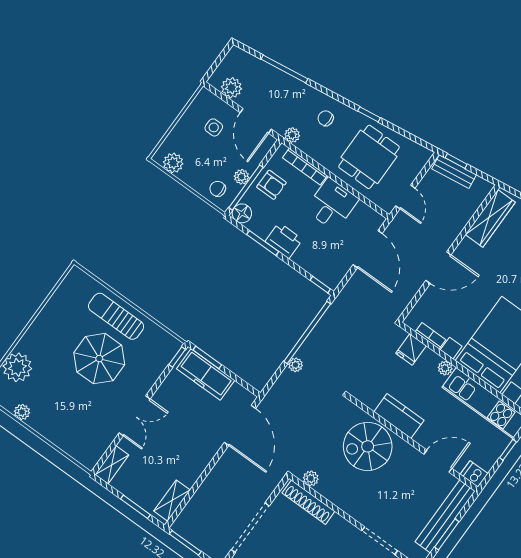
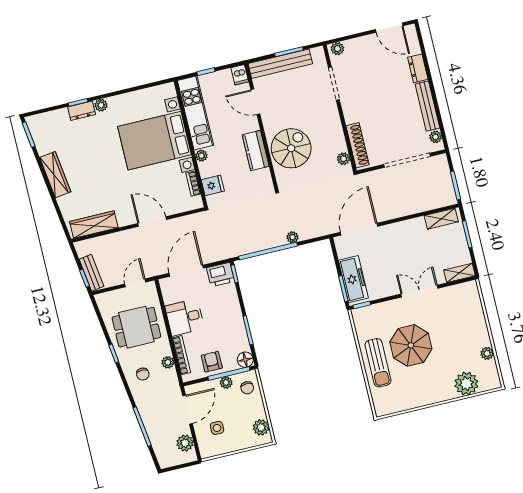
plant: (292, 135) -> (168, 362), moved
printer: (284, 241) -> (220, 275), moved, turned -90
spiral stairs: (368, 446) -> (291, 148), turned -90

